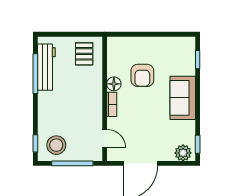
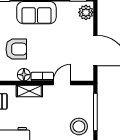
shelving: (96, 90) -> (29, 91), added
door: (105, 139) -> (62, 83), moved

